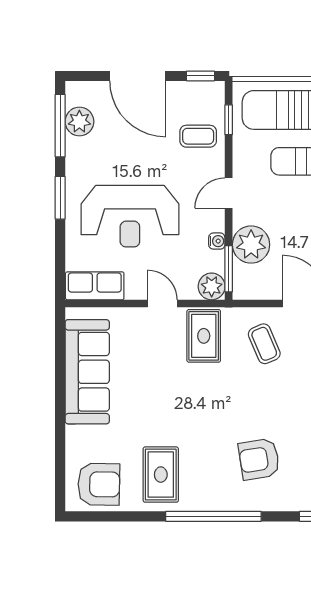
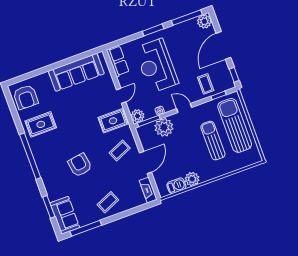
plant: (79, 122) -> (204, 21), moved
armchair: (259, 459) -> (80, 165), moved

